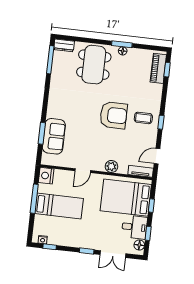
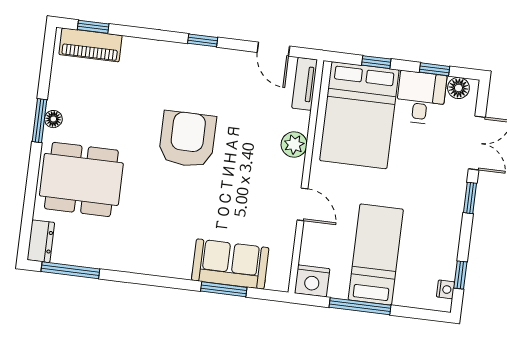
coffee table: (143, 118) -> (193, 77), removed

